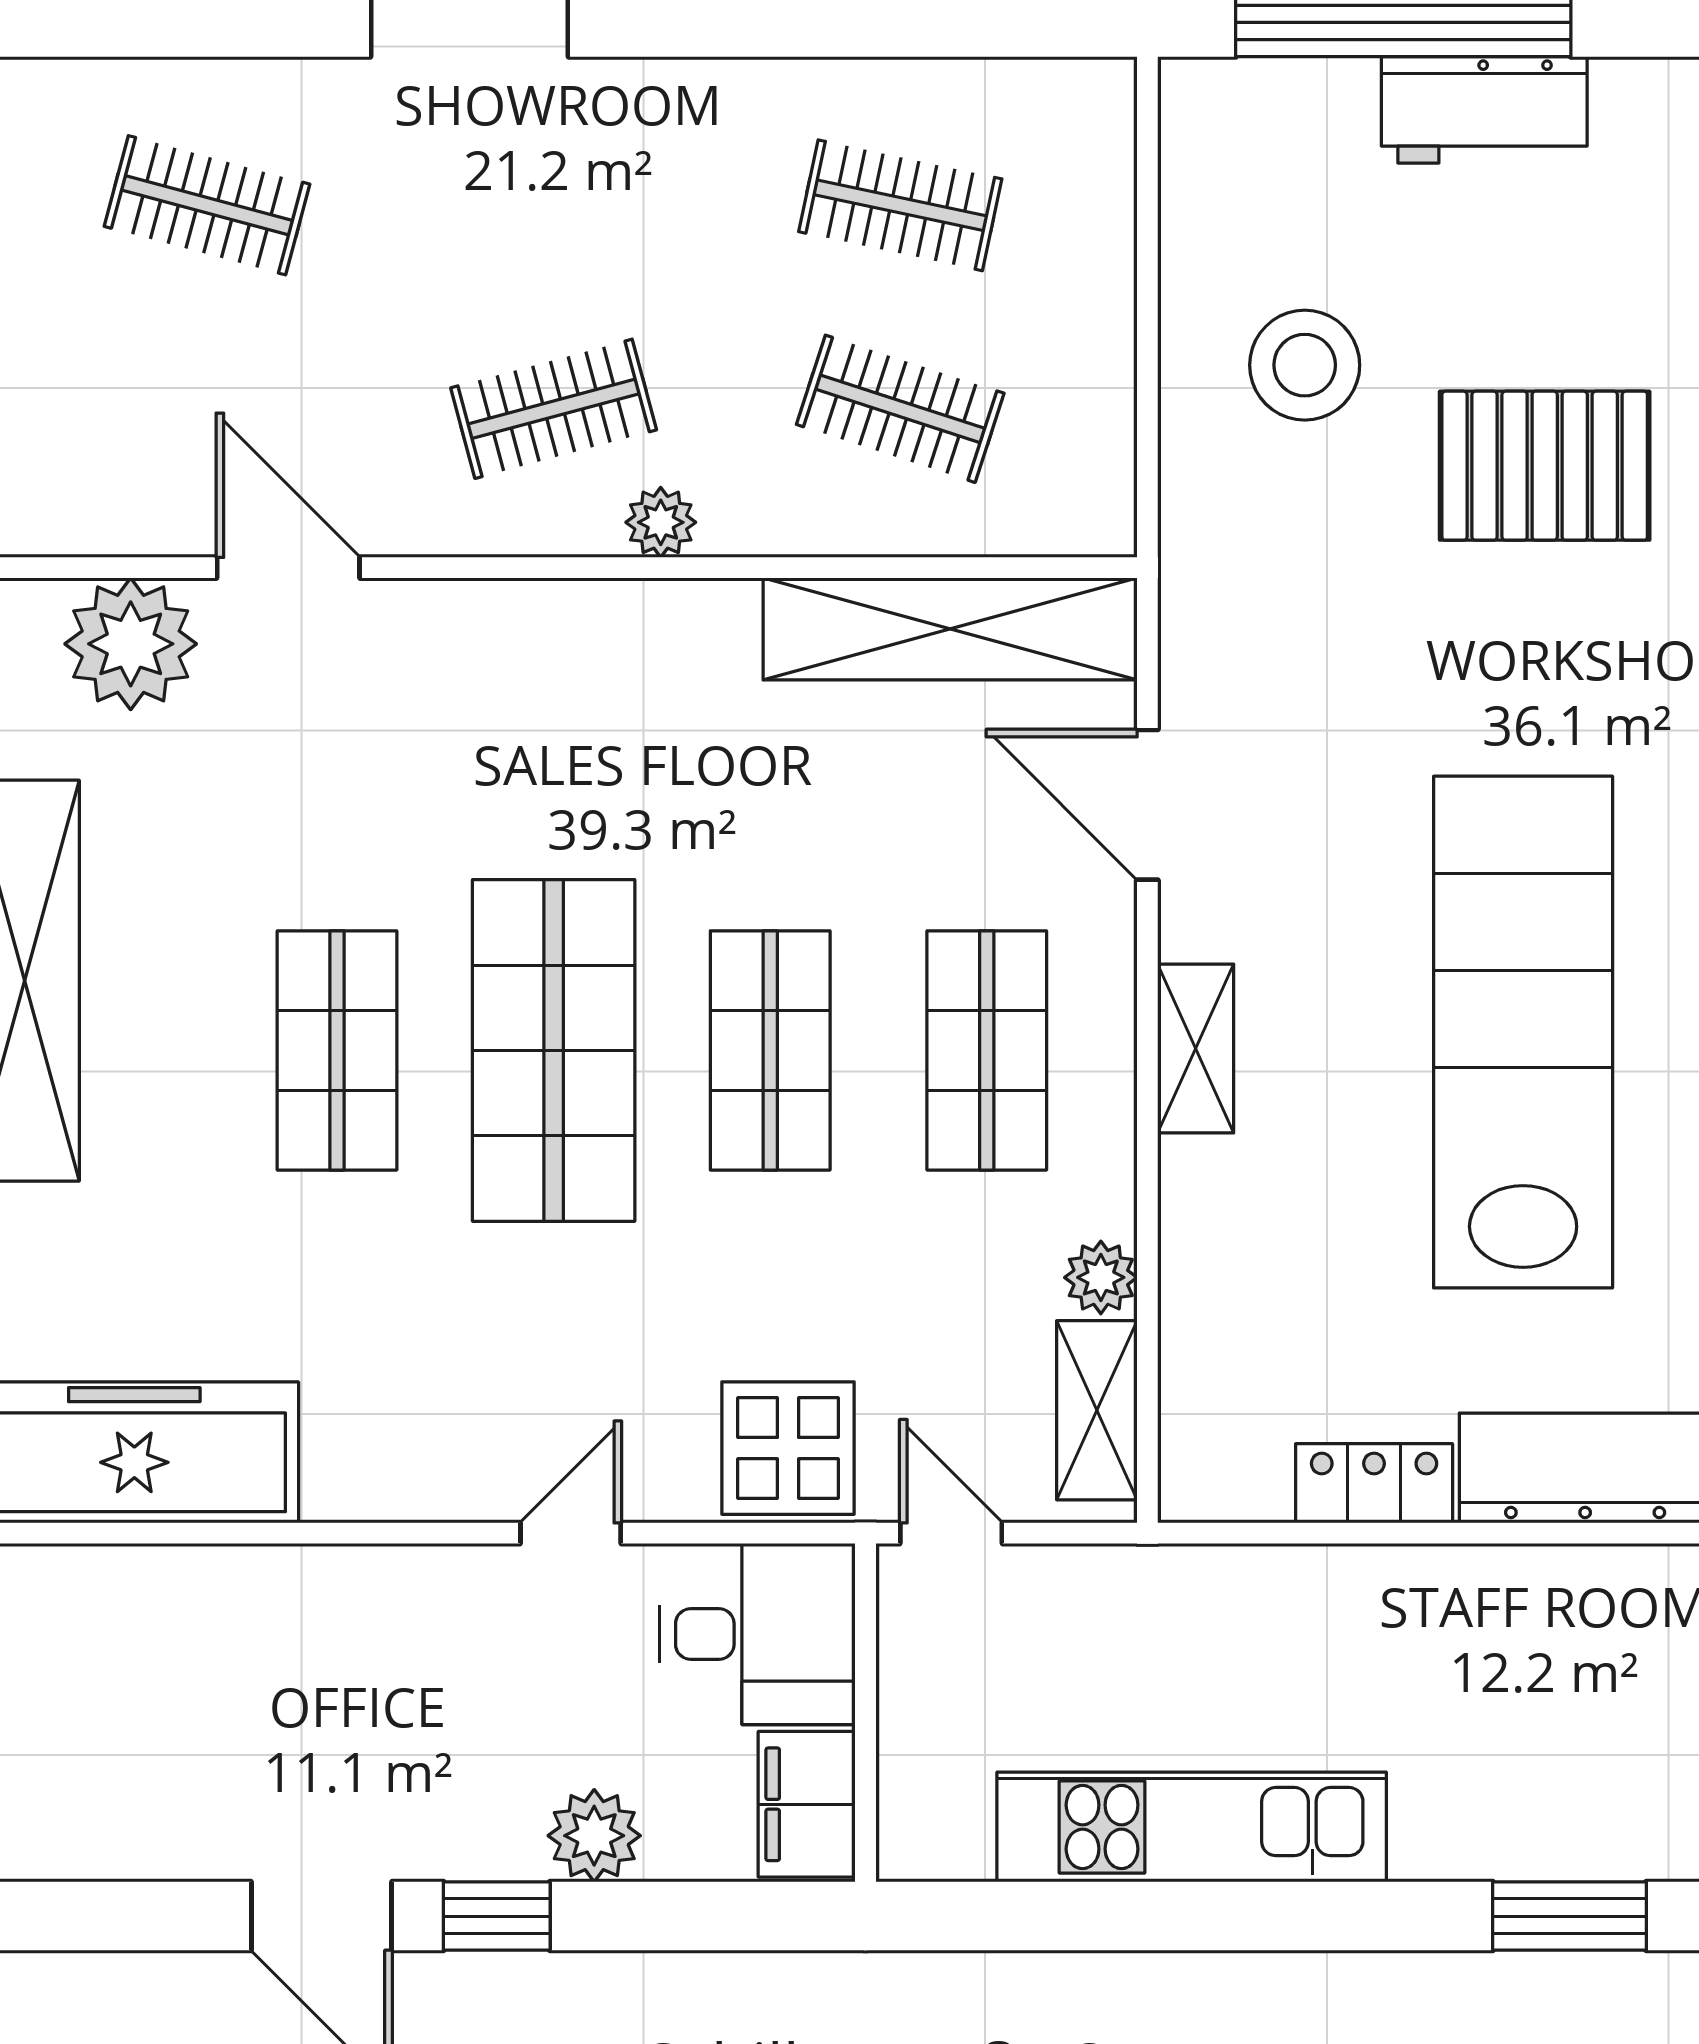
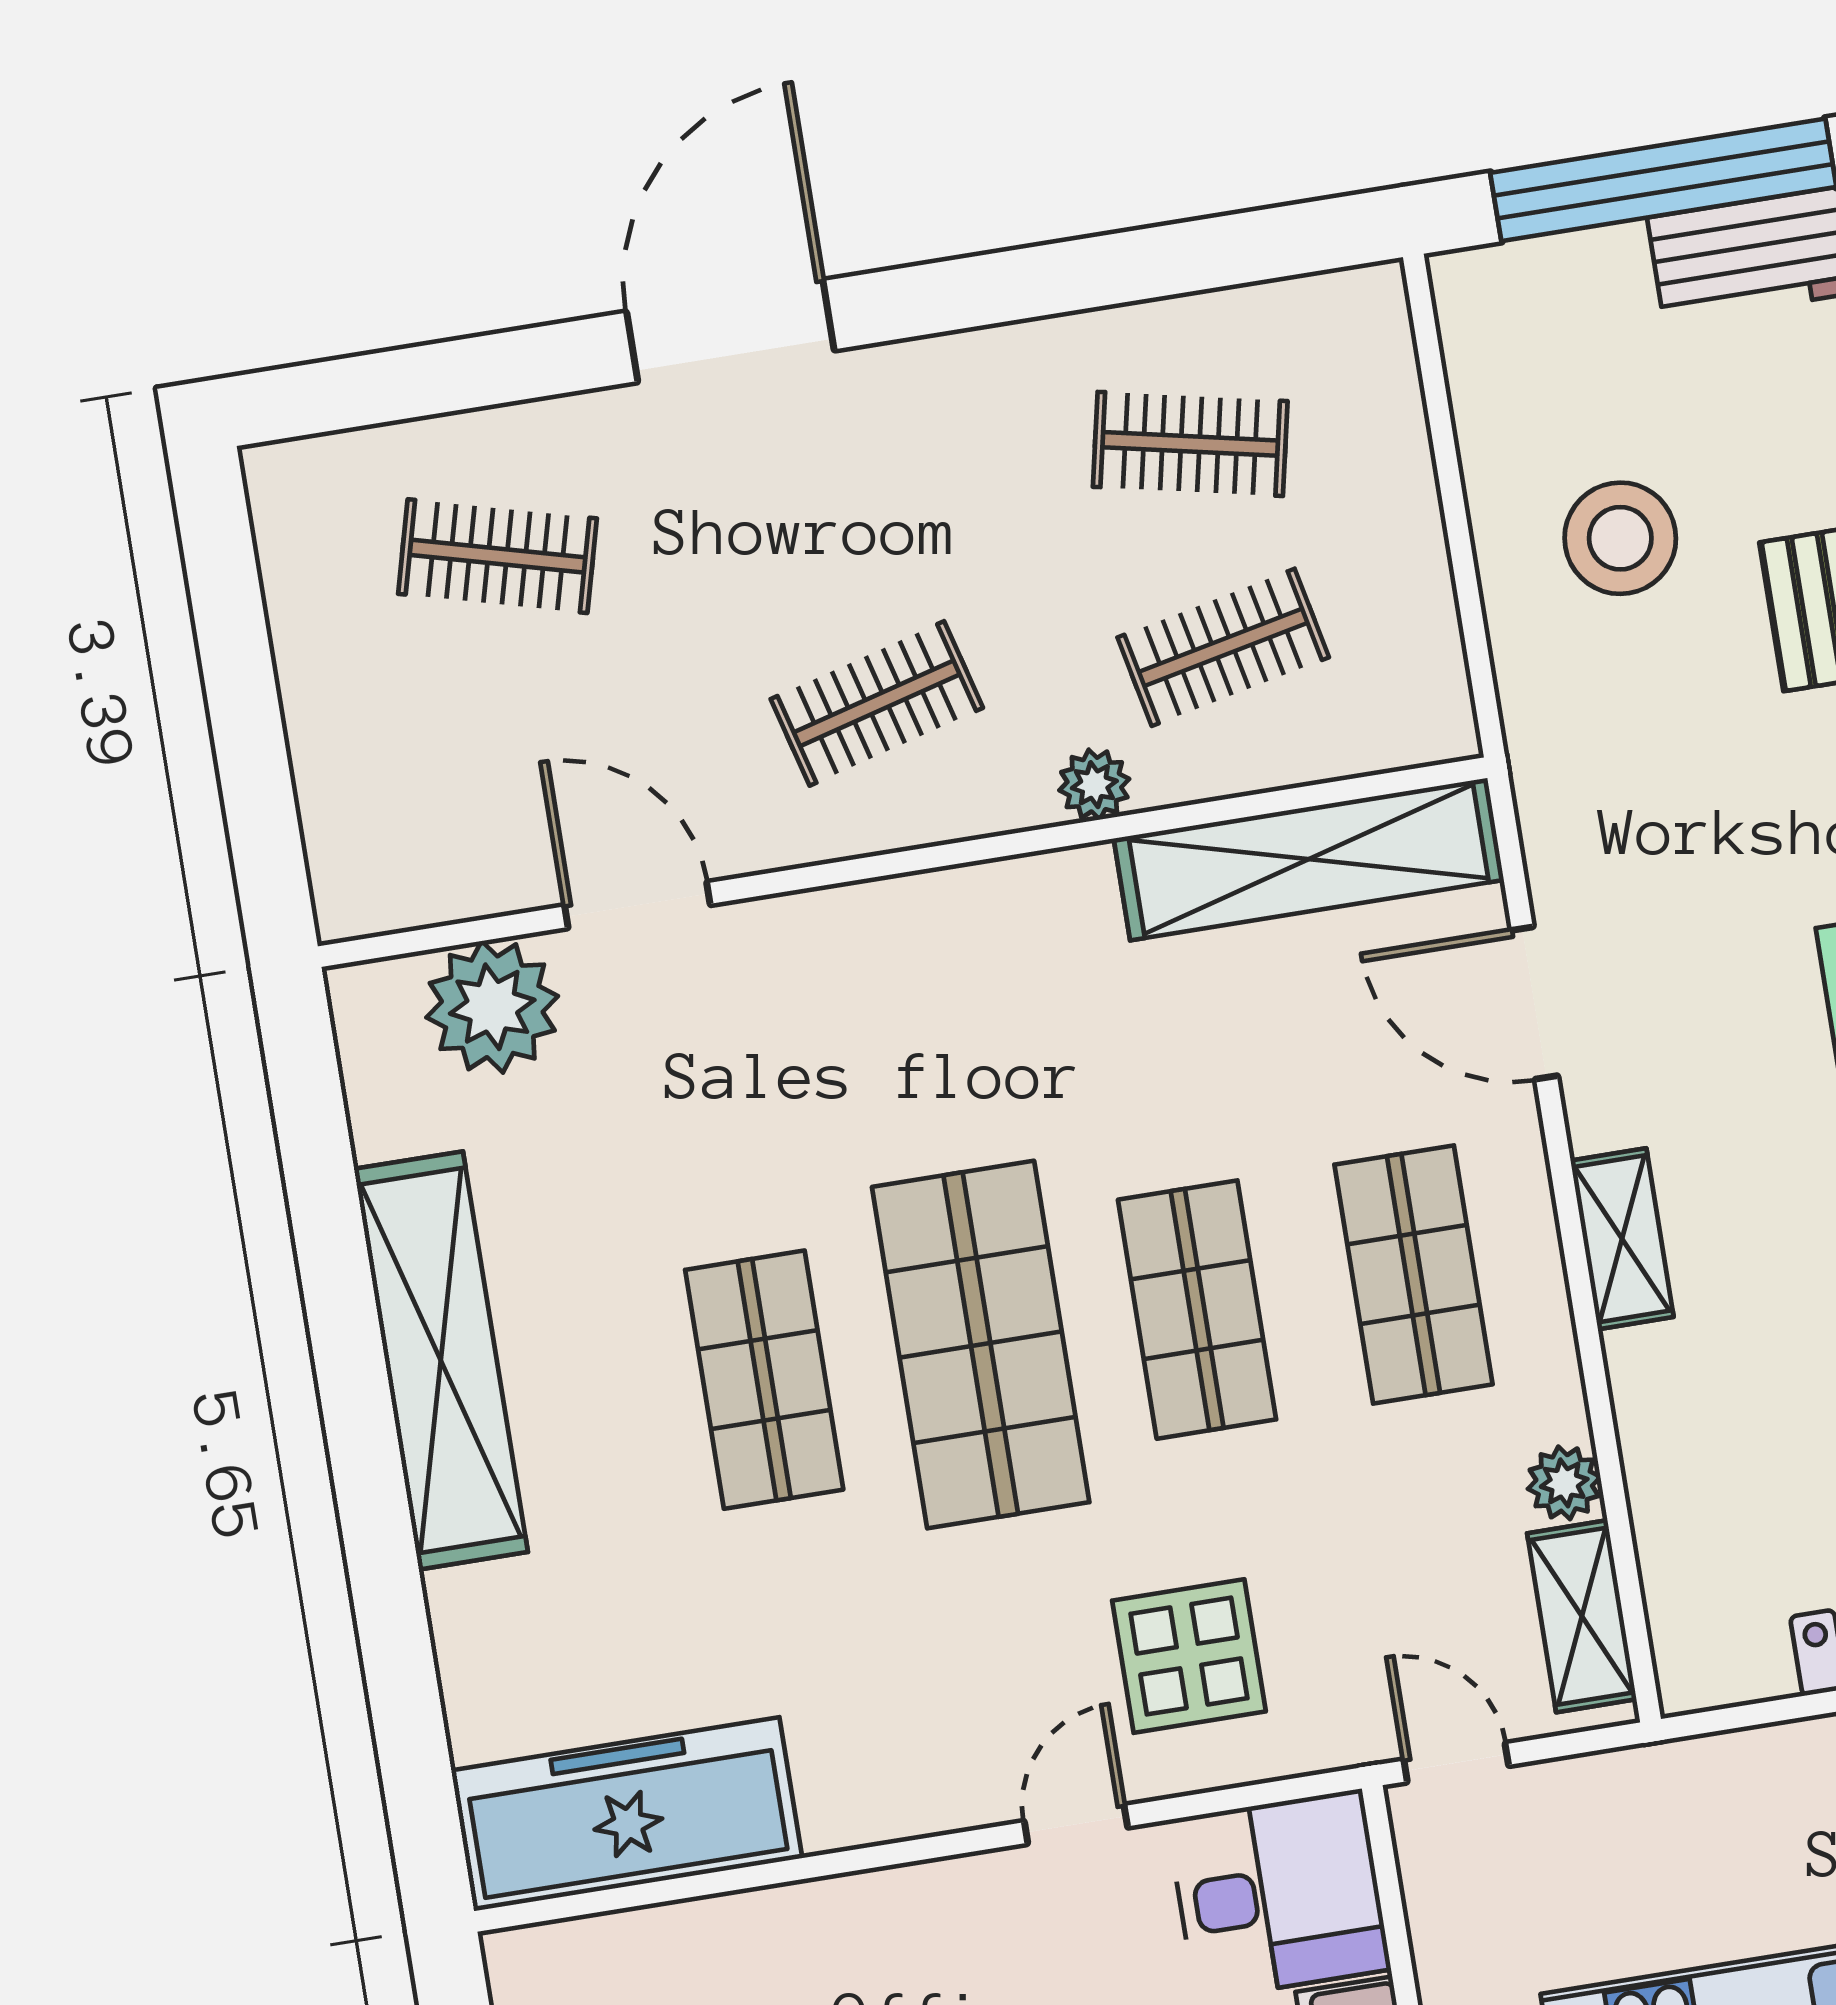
clothes rail: (900, 409) -> (1223, 647), turned -30
plant: (661, 522) -> (1094, 785), moved
display table: (788, 1448) -> (1189, 1656), moved

